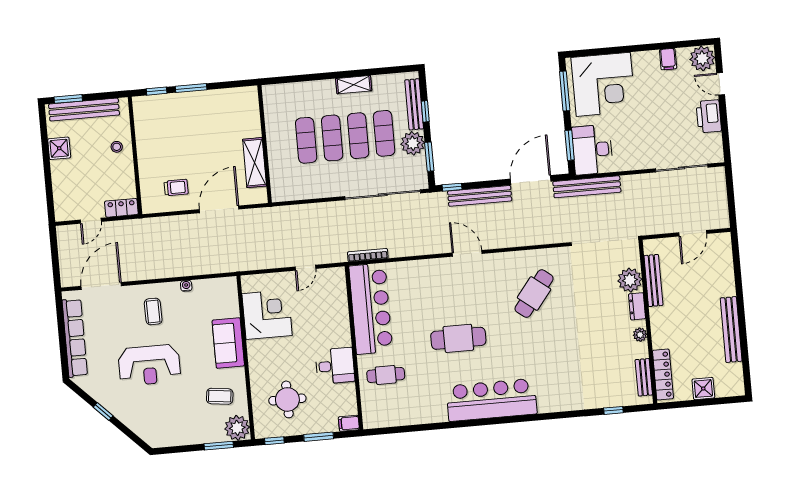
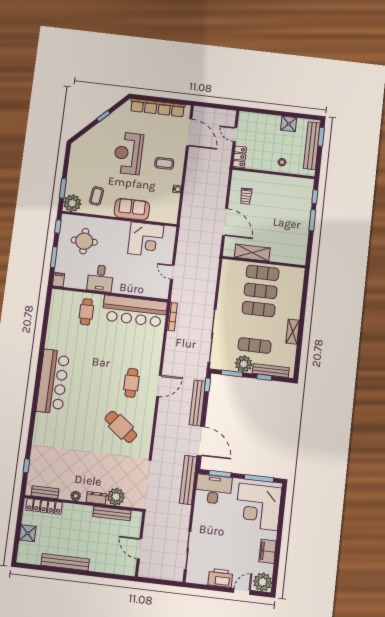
filing cabinet: (668, 59) -> (268, 551), width x2.00
exercise mat: (358, 136) -> (263, 273), moved
cafe table: (458, 338) -> (131, 383), moved, width x0.73, depth x0.74

